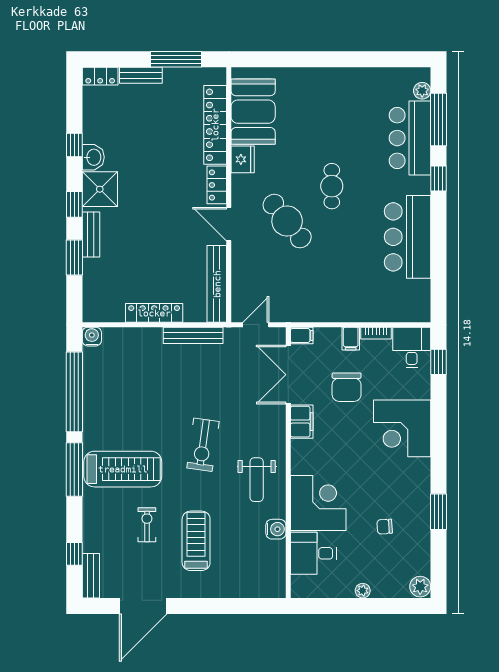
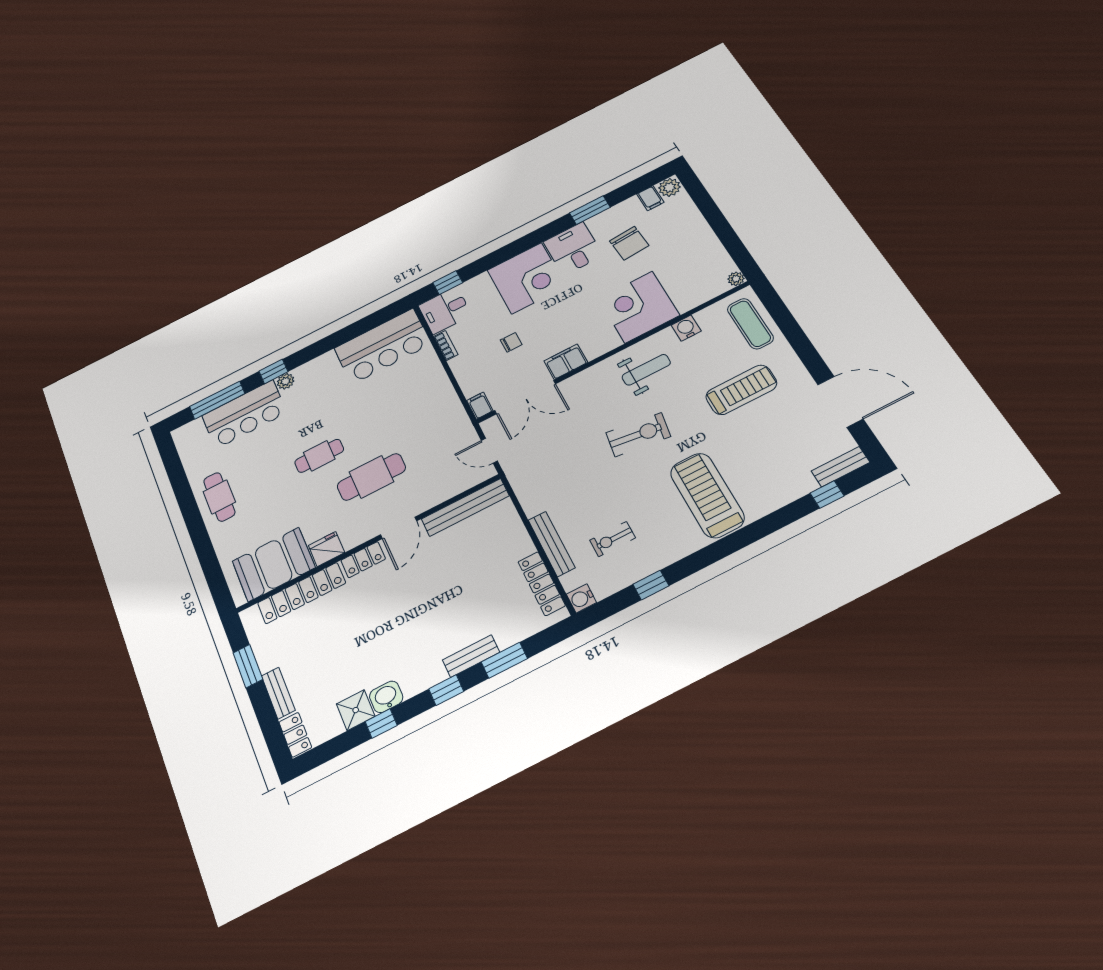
window: (176, 59) -> (248, 666), width x0.69
cafe table: (341, 89) -> (219, 497), added
plant: (422, 91) -> (286, 381), moved
shower: (100, 189) -> (356, 710), moved, width x0.73, depth x0.73
cafe table: (287, 221) -> (371, 477), turned 39
bar counter: (408, 237) -> (383, 346), moved
locker: (154, 313) -> (542, 584), moved
bench: (193, 335) -> (551, 544), moved
filing cabinet: (351, 339) -> (650, 198), moved, turned 90
chair: (347, 387) -> (511, 342), width x0.54, depth x0.54
window: (74, 392) -> (651, 585), width x0.32
window: (74, 469) -> (735, 542), removed
exercise bike: (147, 525) -> (613, 539), moved
chair: (385, 527) -> (629, 243), width x1.87, depth x1.87
treadmill: (196, 541) -> (741, 390), turned 180
desk: (313, 553) -> (573, 249), moved, turned 180
exercise mat: (250, 579) -> (750, 324), added
plant: (363, 591) -> (736, 279), moved

